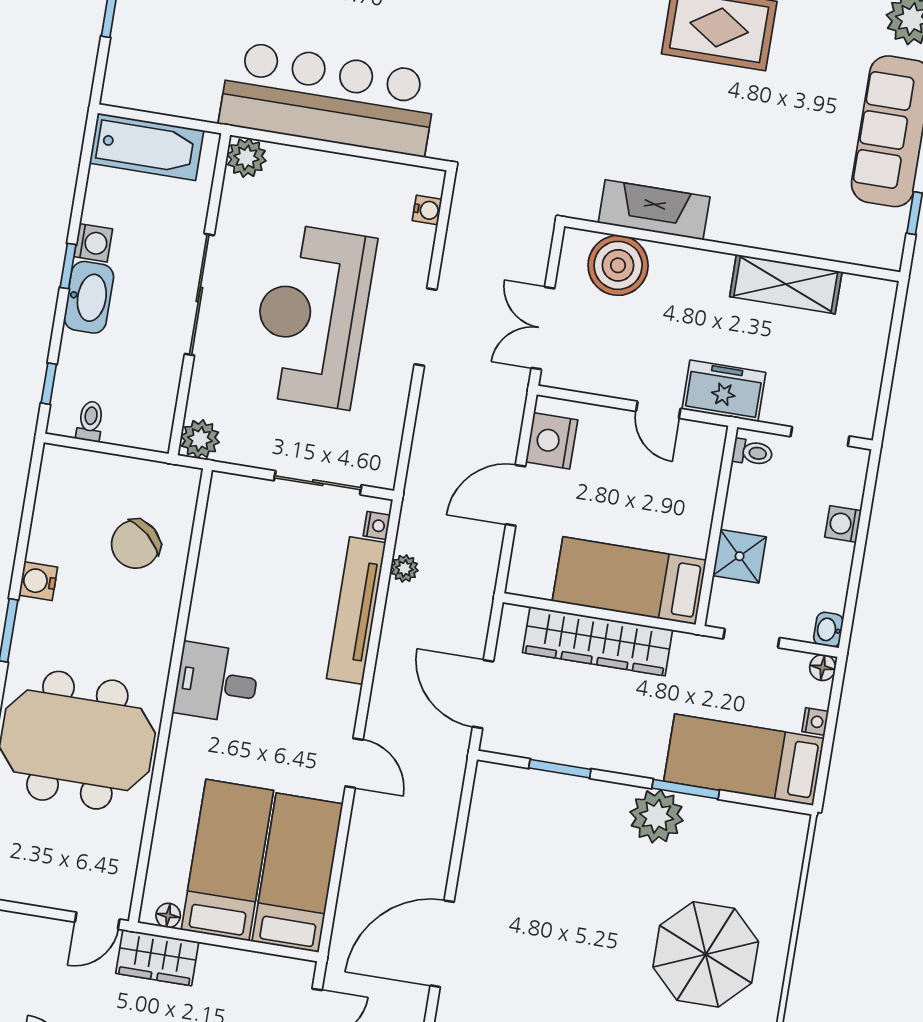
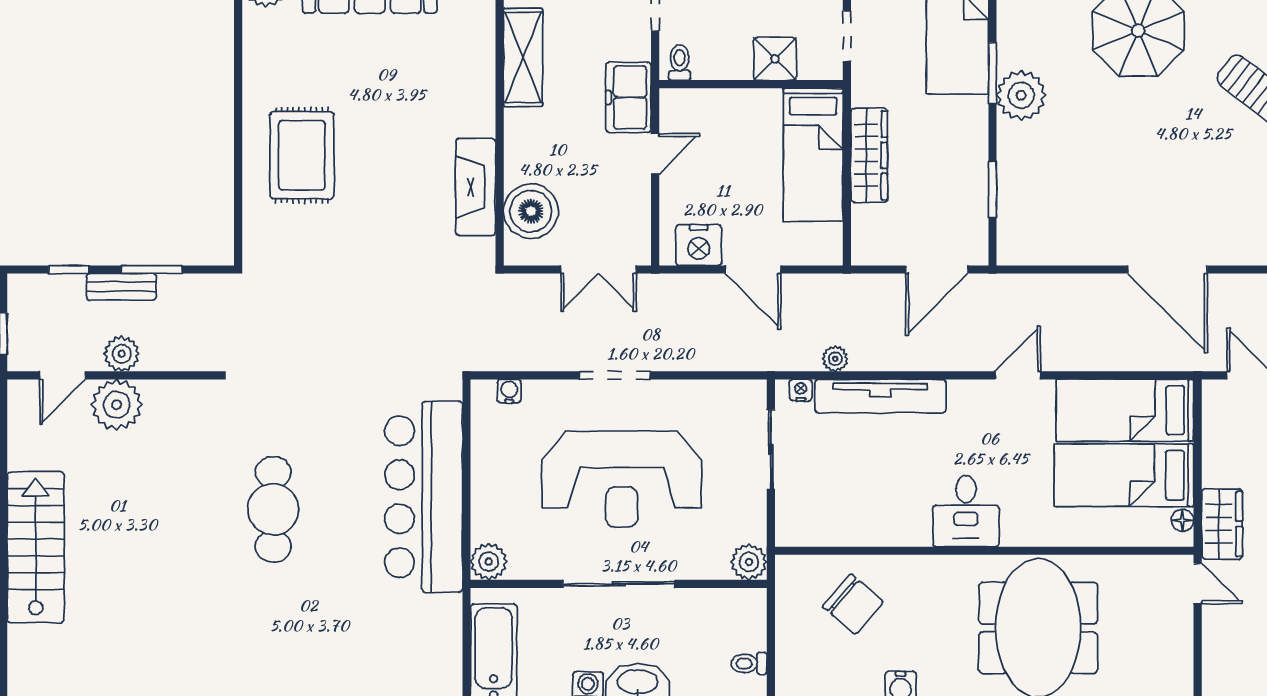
wardrobe: (598, 641) -> (869, 155), width x0.71, depth x0.85

